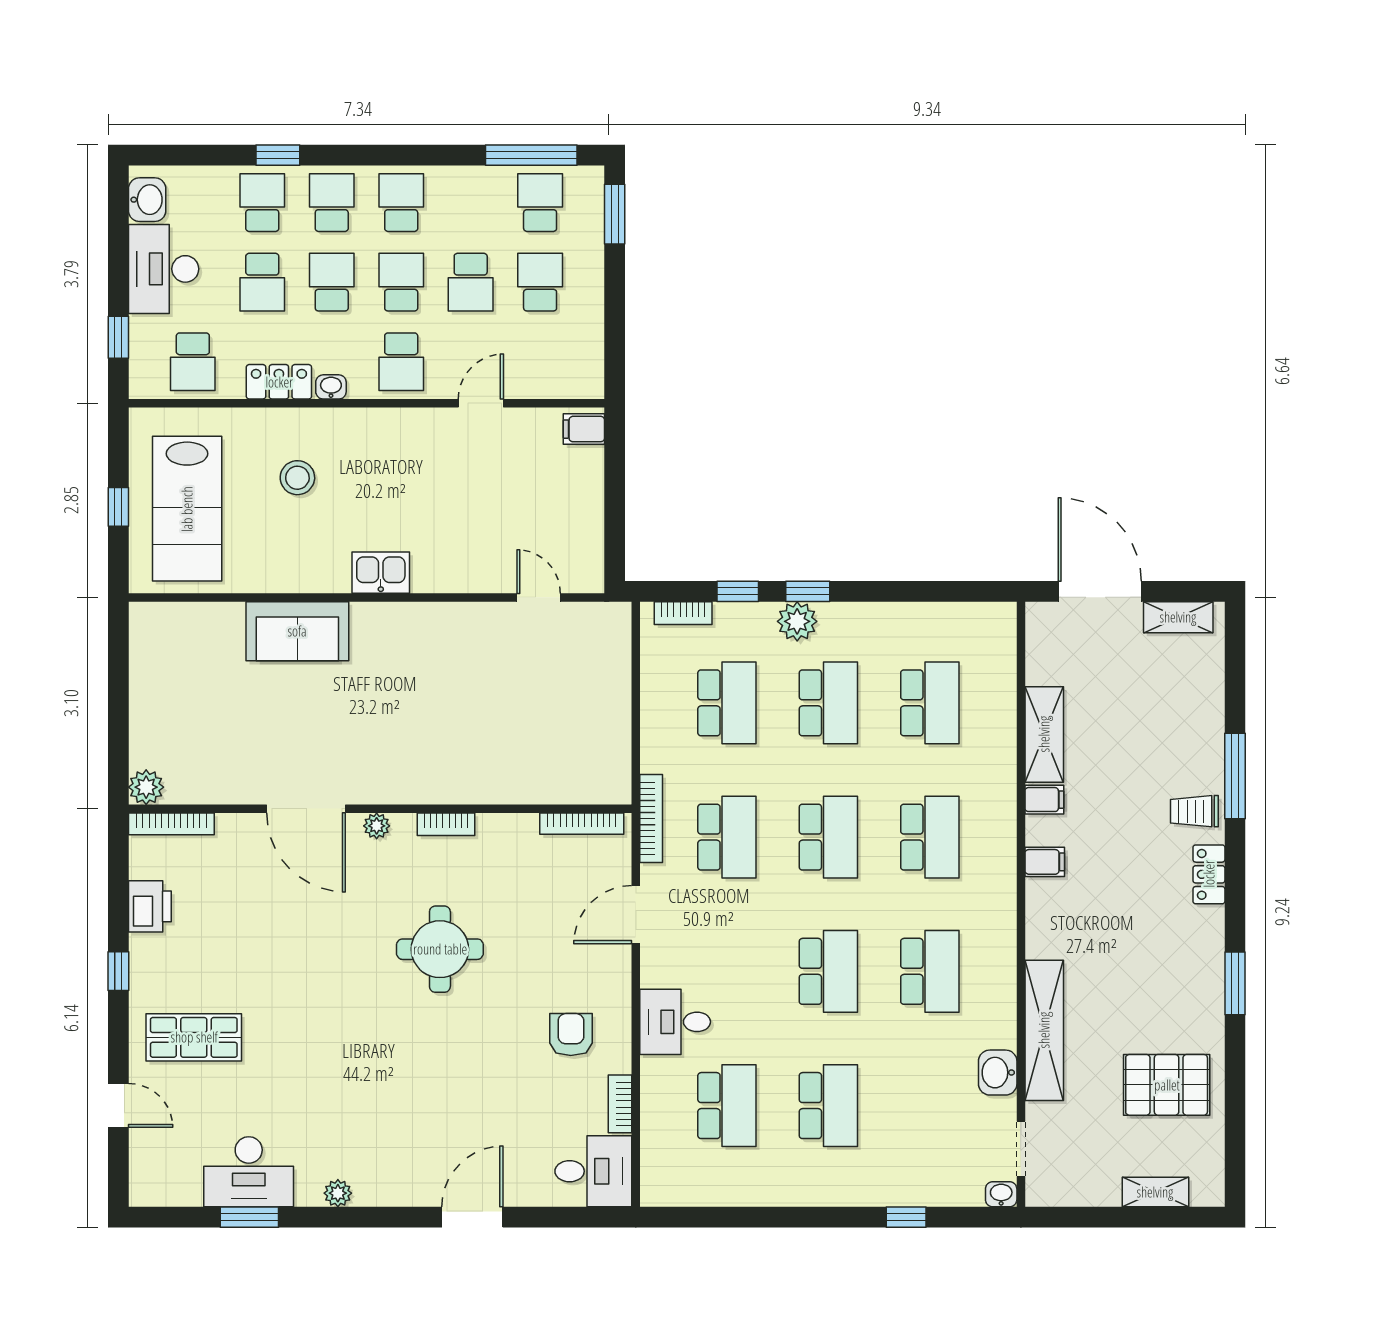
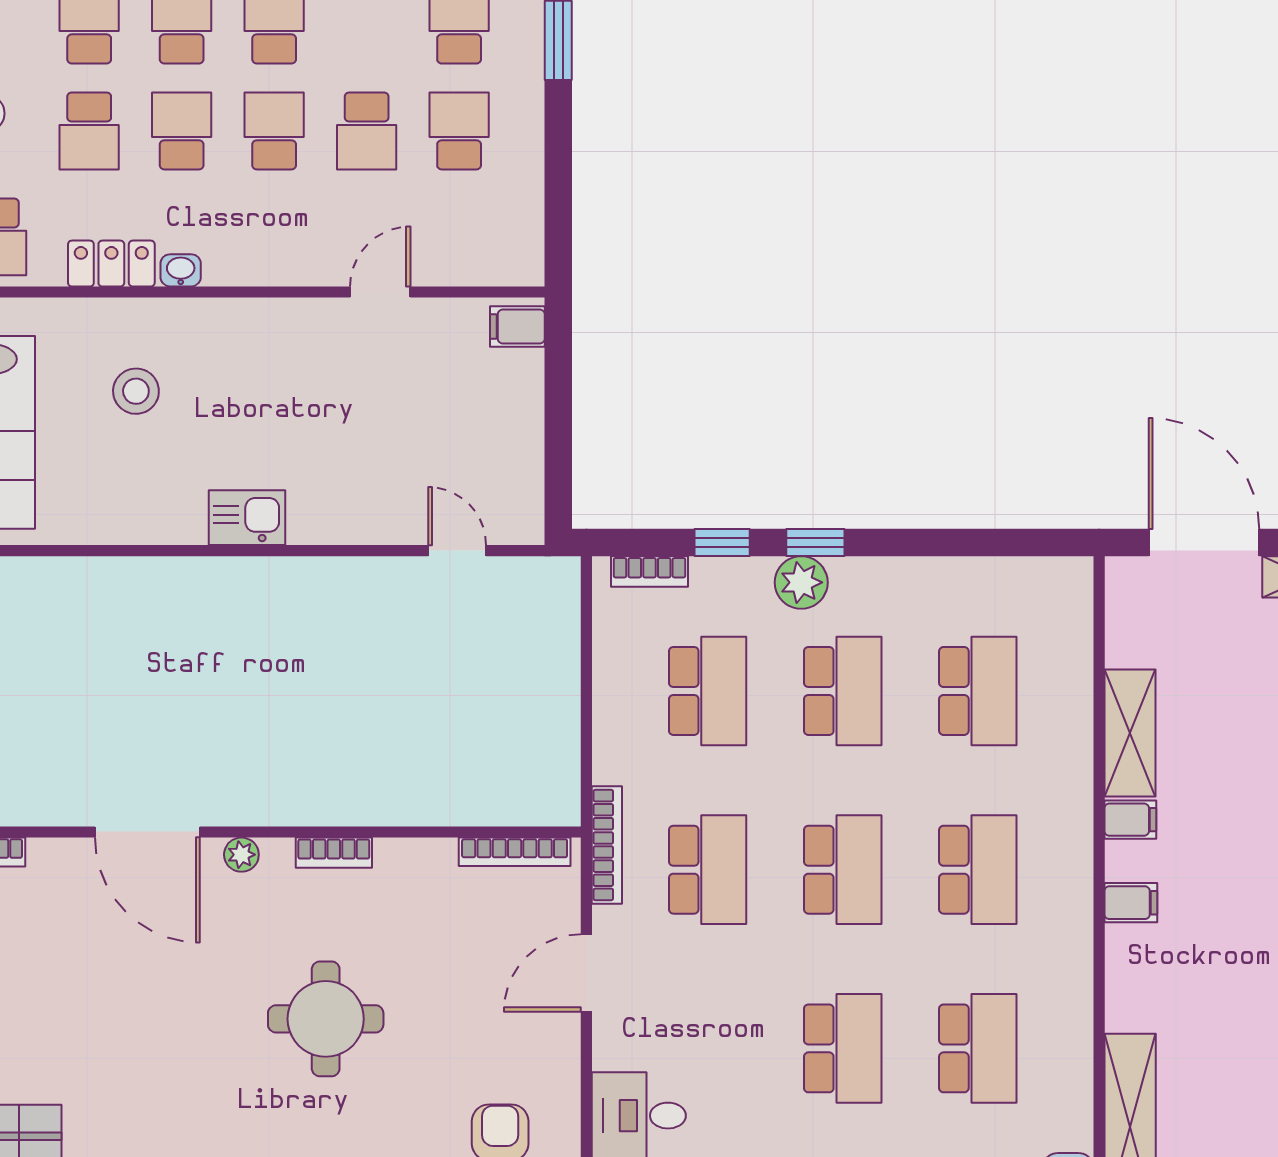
school desk: (401, 362) -> (274, 237), removed
sofa: (297, 631) -> (136, 596), removed

